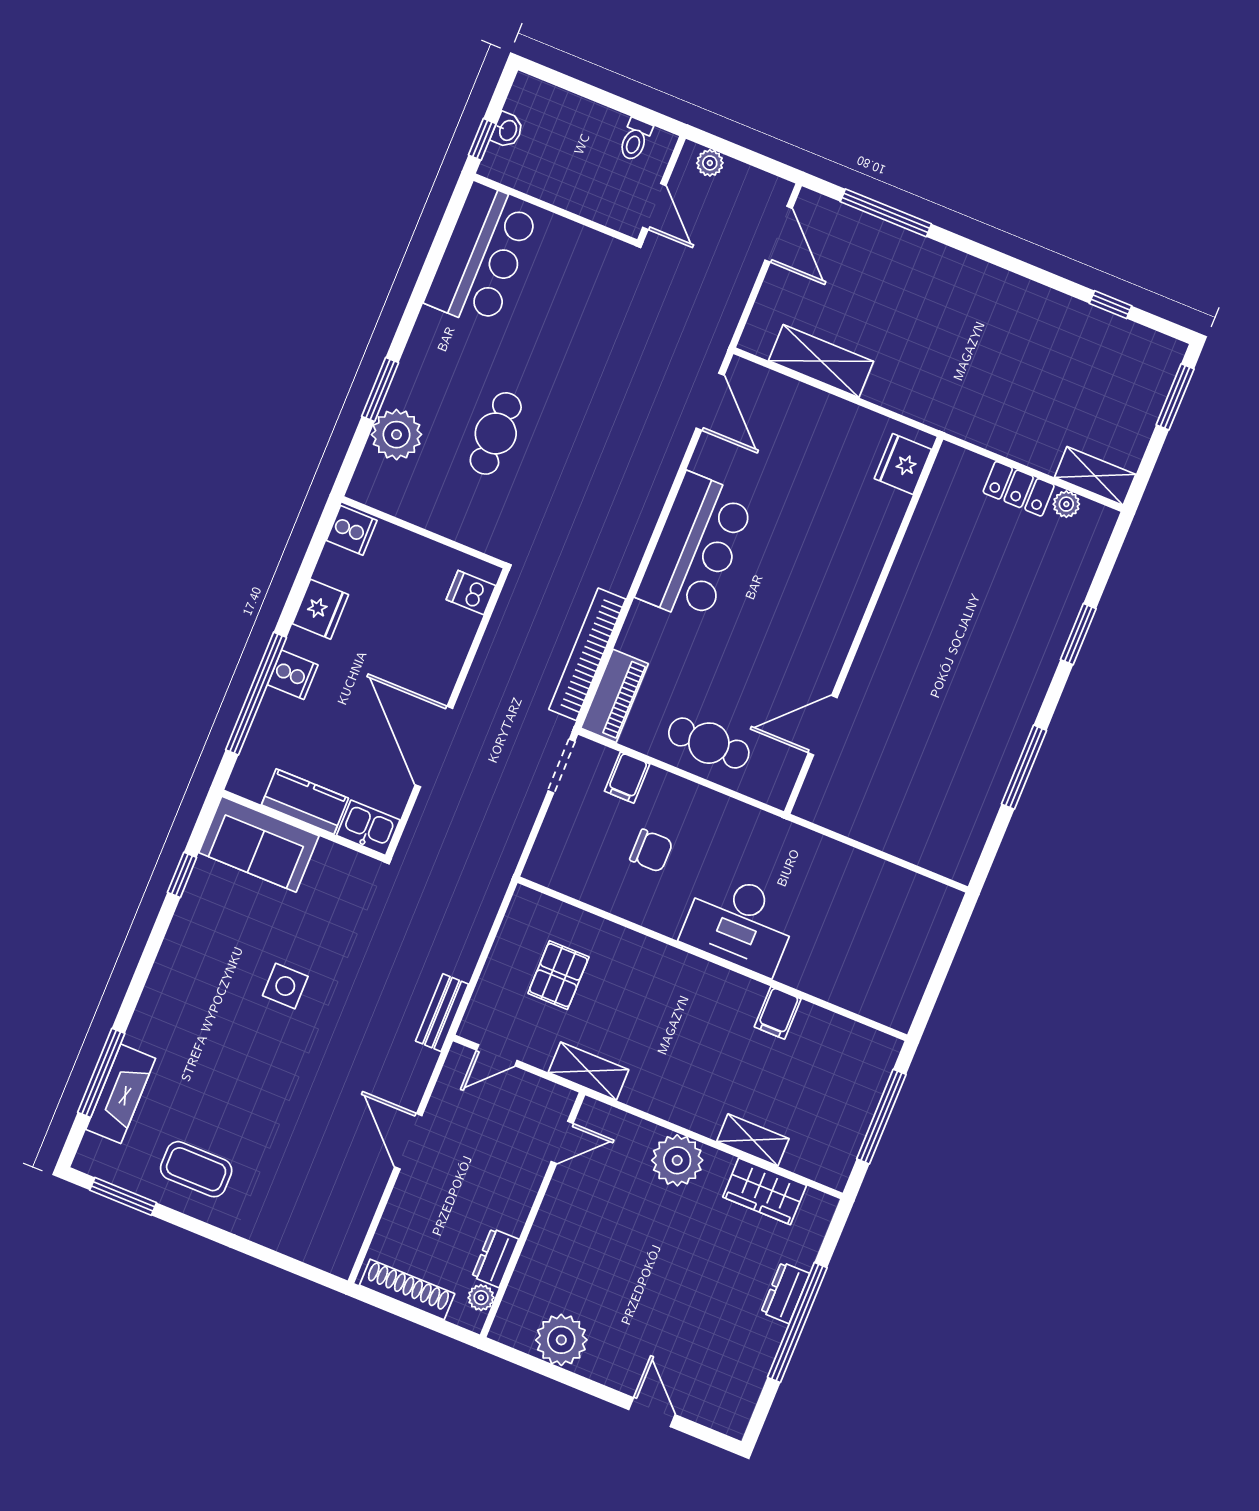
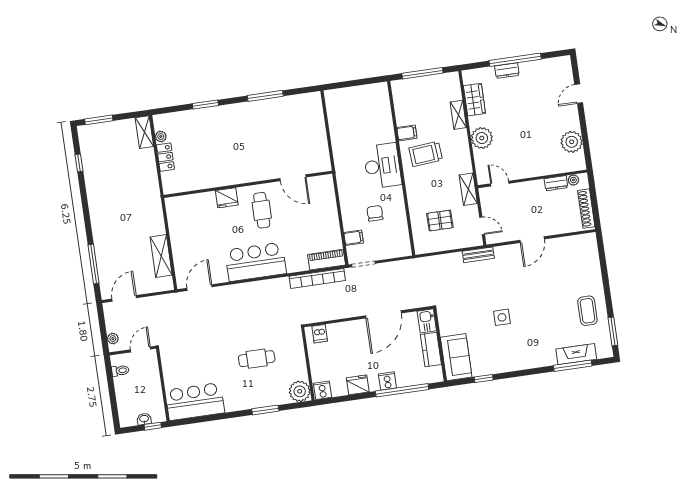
plant: (396, 435) -> (300, 391), moved
fridge: (903, 464) -> (227, 198), moved
cafe table: (709, 743) -> (262, 210), moved
trolley: (712, 1026) -> (426, 154), added

